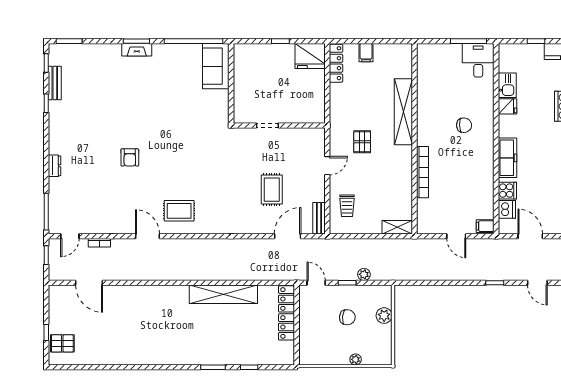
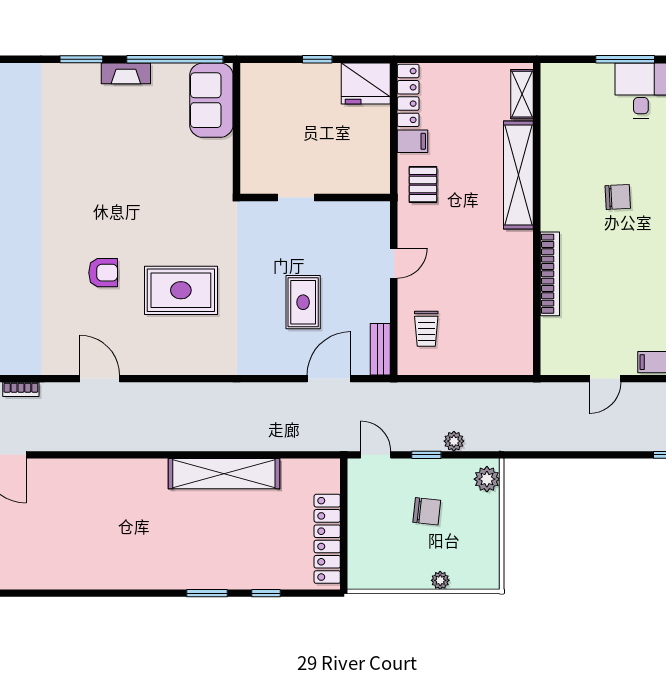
fireplace: (137, 50) -> (126, 73), moved
filing cabinet: (366, 53) -> (413, 141), moved, turned -90
pallet: (362, 142) -> (423, 185), moved
armchair: (130, 157) -> (103, 273), moved, turned -90
rug: (179, 211) -> (181, 290), moved, width x1.36, depth x1.43
shelving: (397, 227) -> (522, 94), moved, turned 90
door: (456, 236) -> (605, 379), hinge flipped
locker: (287, 313) -> (327, 539), moved
plant: (384, 316) -> (487, 479), moved

